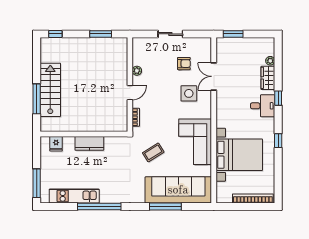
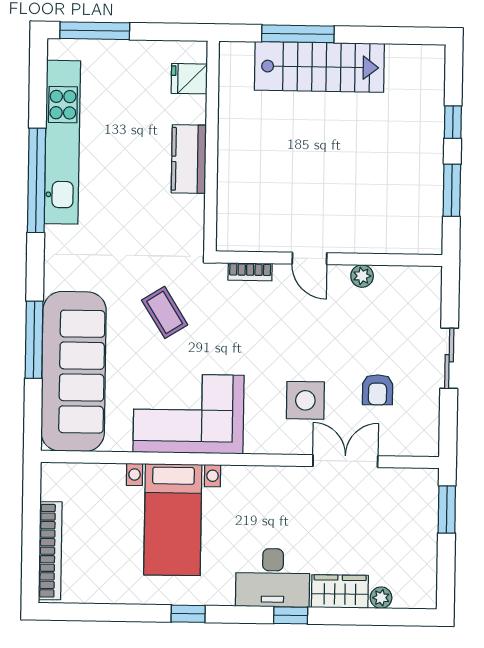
window: (55, 34) -> (453, 122), moved
desk: (263, 106) -> (273, 578), width x1.37
bed with nightstands: (239, 155) -> (173, 520), width x0.73
kitchen unit: (74, 196) -> (62, 142), width x1.36

